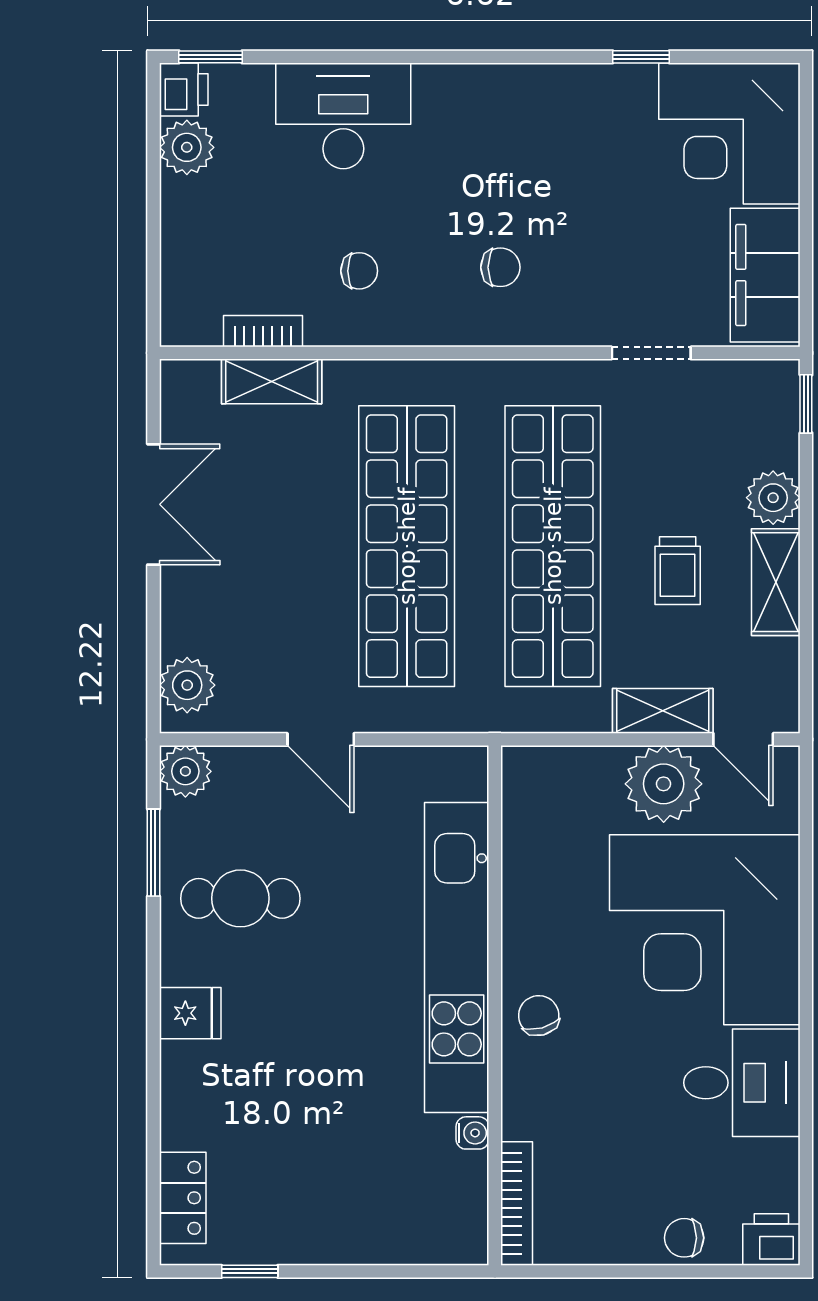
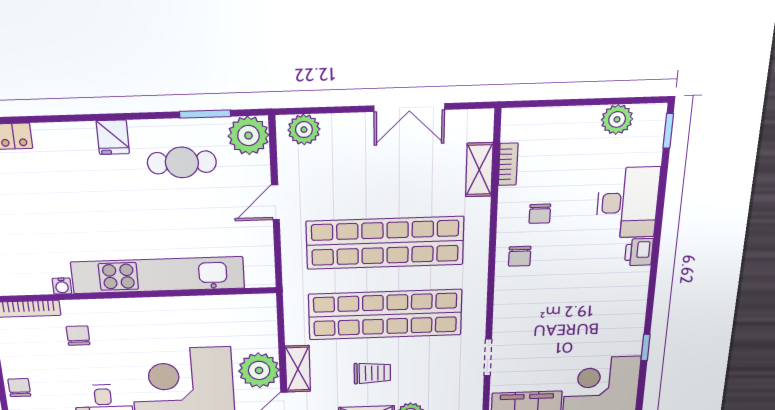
printer: (184, 89) -> (639, 252), moved, turned 90
chair: (500, 267) -> (520, 256), moved
trolley: (678, 571) -> (372, 373), turned 180
plant: (185, 771) -> (248, 136), width x1.36, depth x1.36
cafe table: (240, 898) -> (182, 162), turned 90
chair: (539, 1016) -> (78, 336), moved, turned -75

